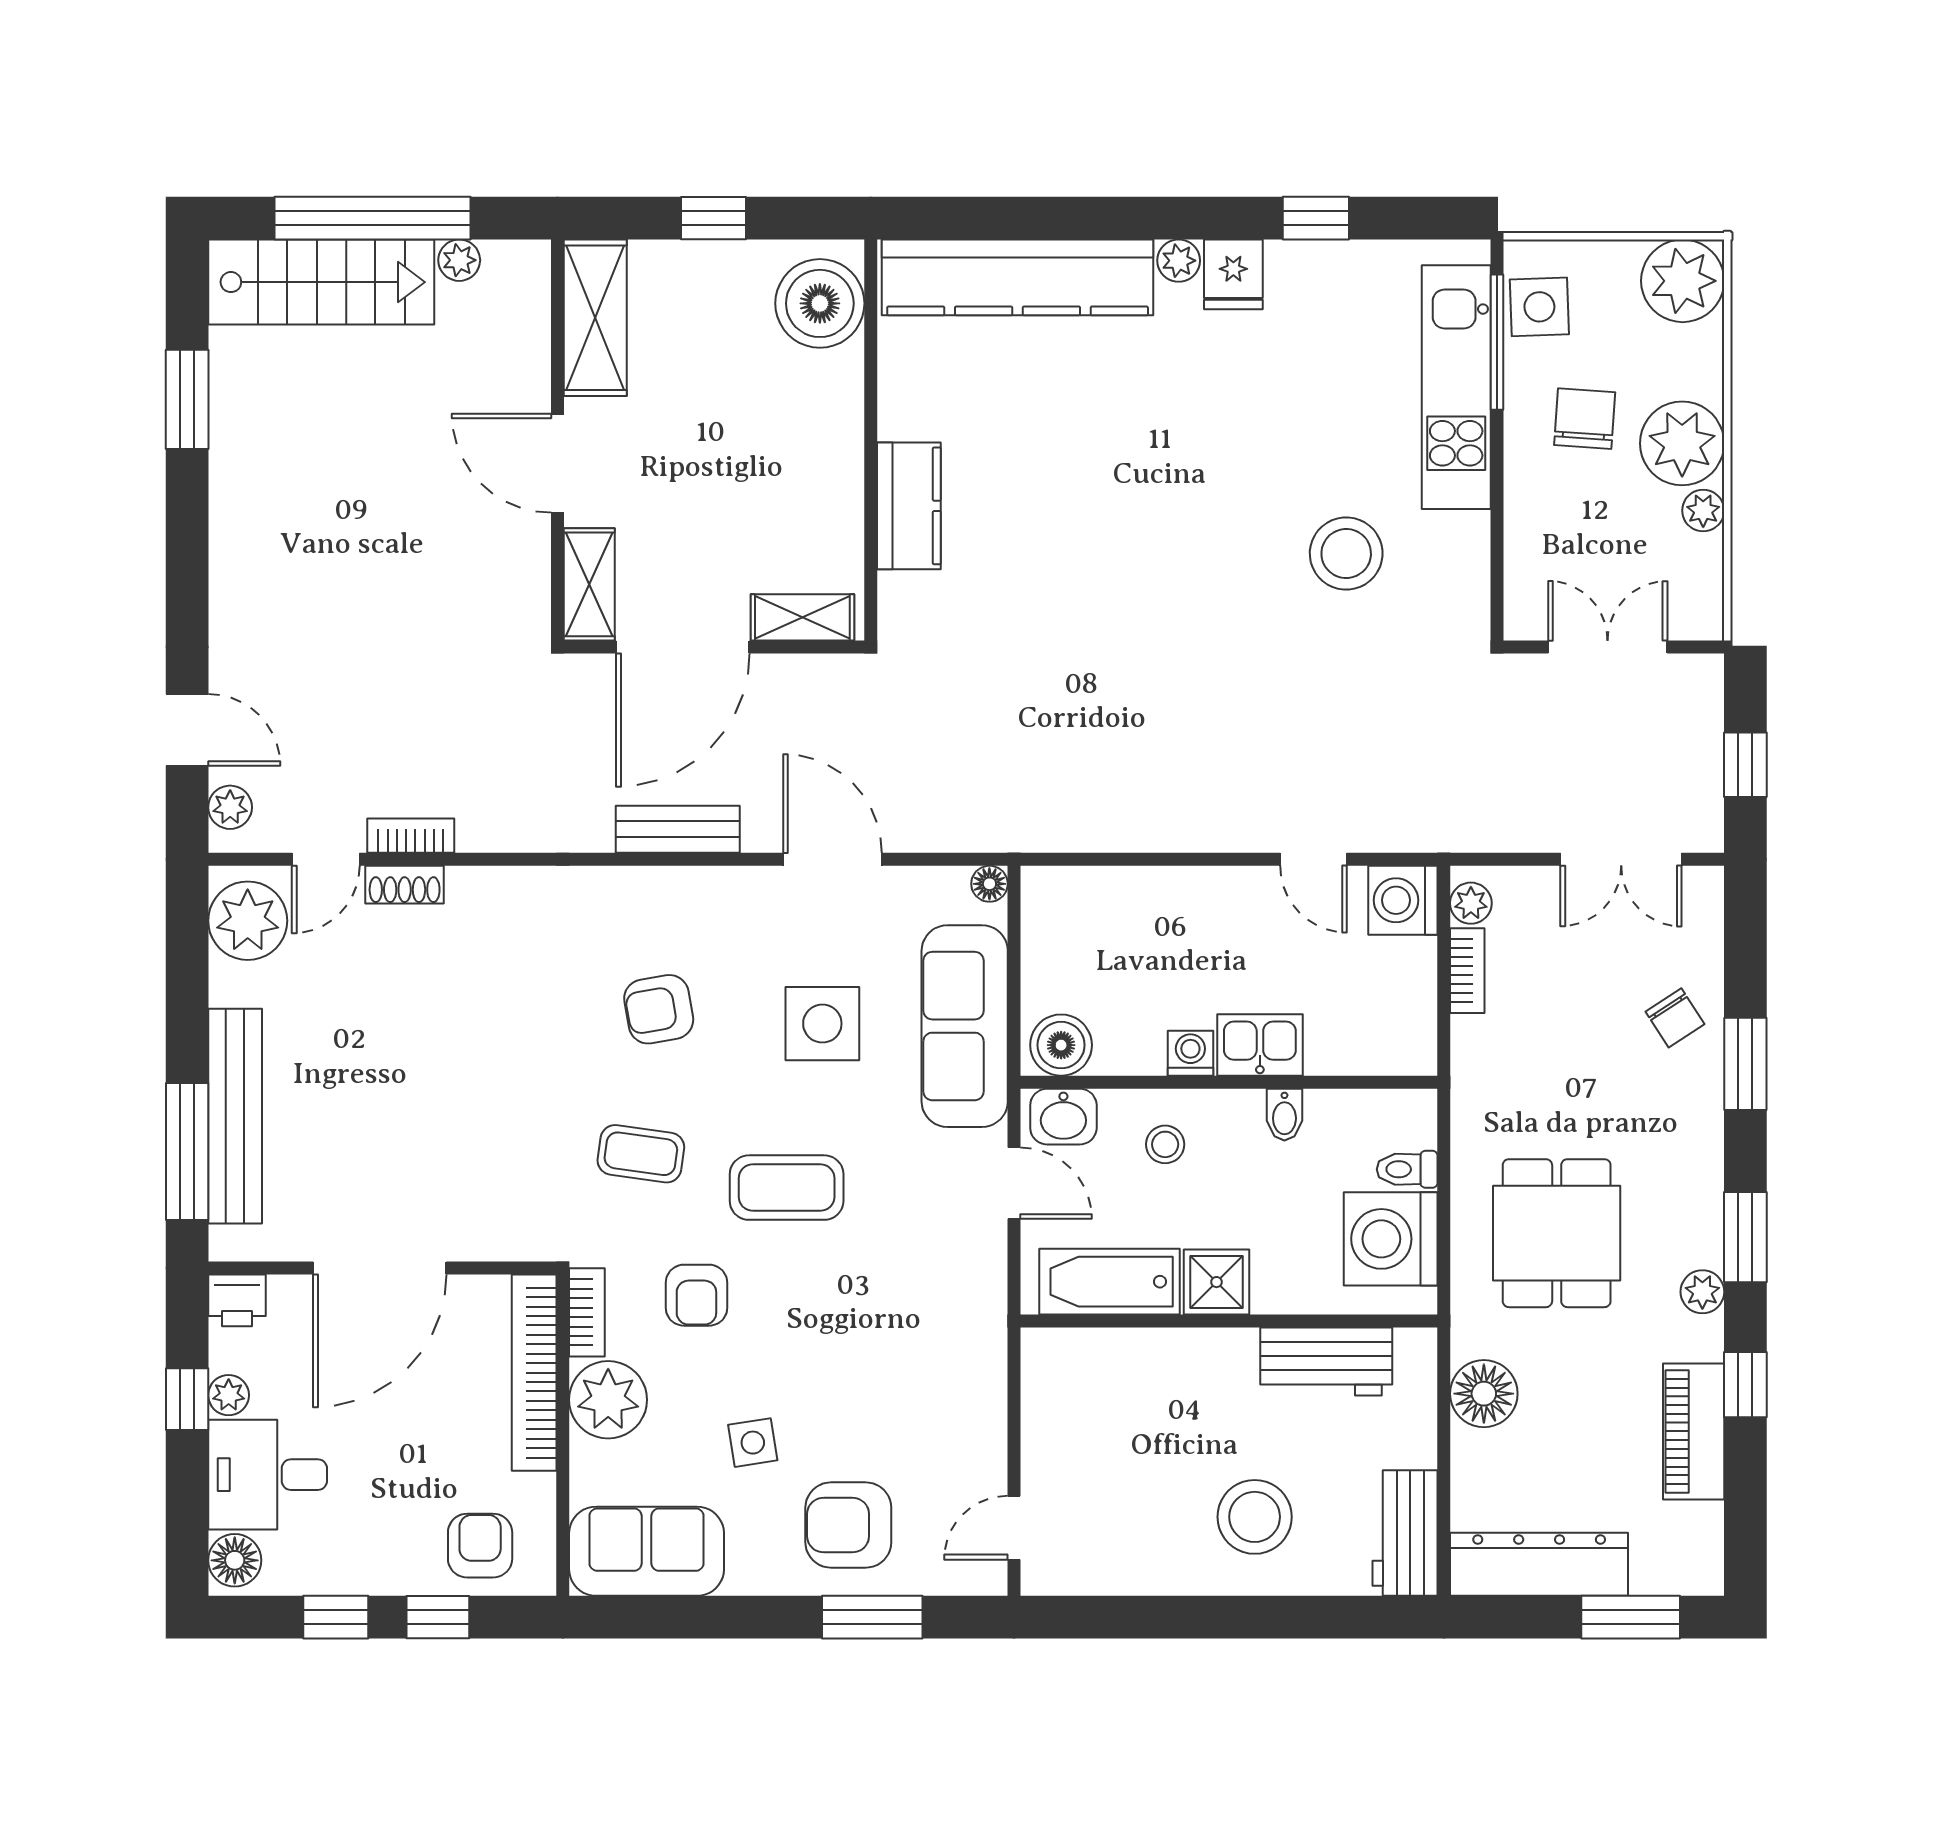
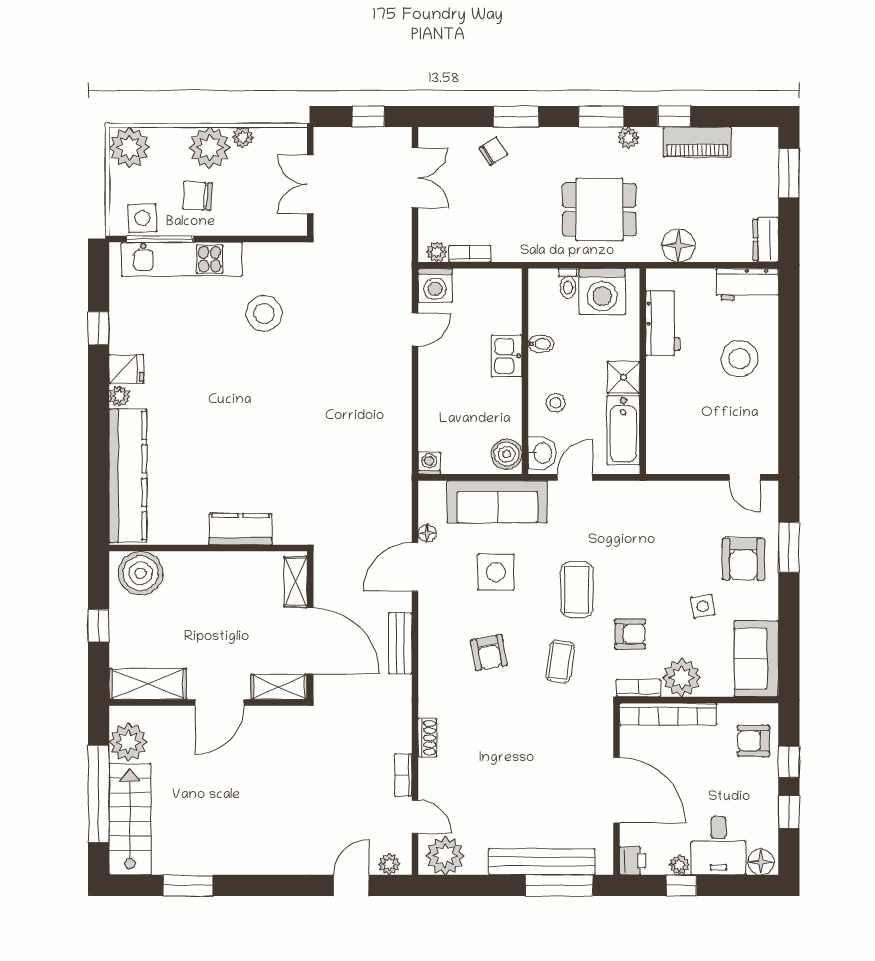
plant: (459, 260) -> (128, 742), width x1.88, depth x1.88
floor lamp: (989, 884) -> (427, 533), moved
shoe rack: (405, 885) -> (427, 738), moved
washing machine: (1190, 1053) -> (429, 463), moved, turned 90
dresser: (1539, 1564) -> (766, 240), width x0.51, depth x0.80

